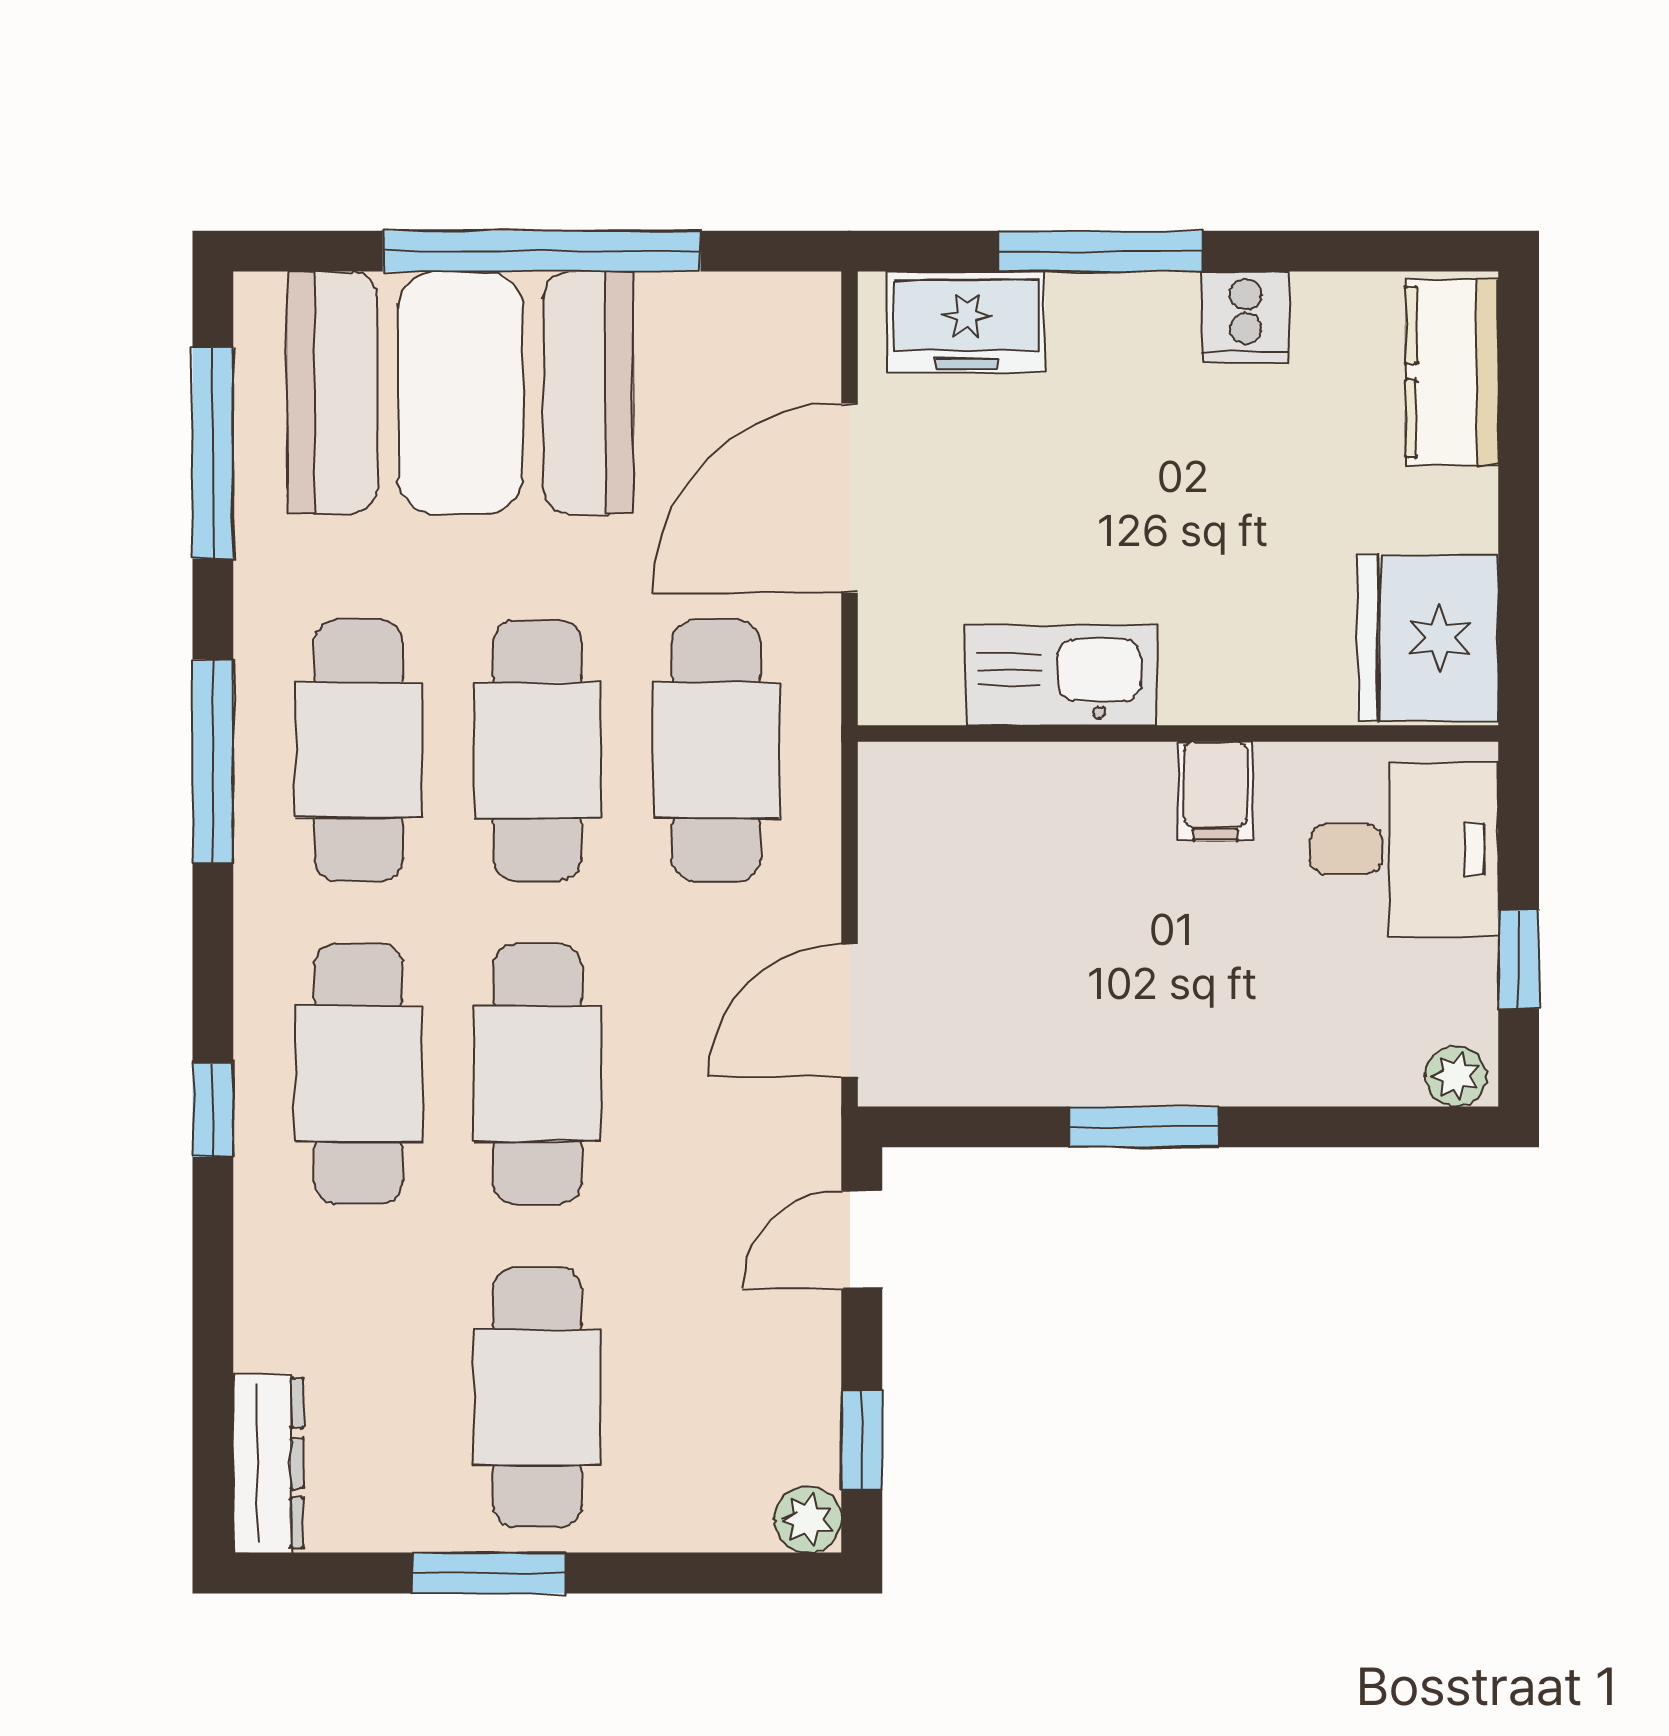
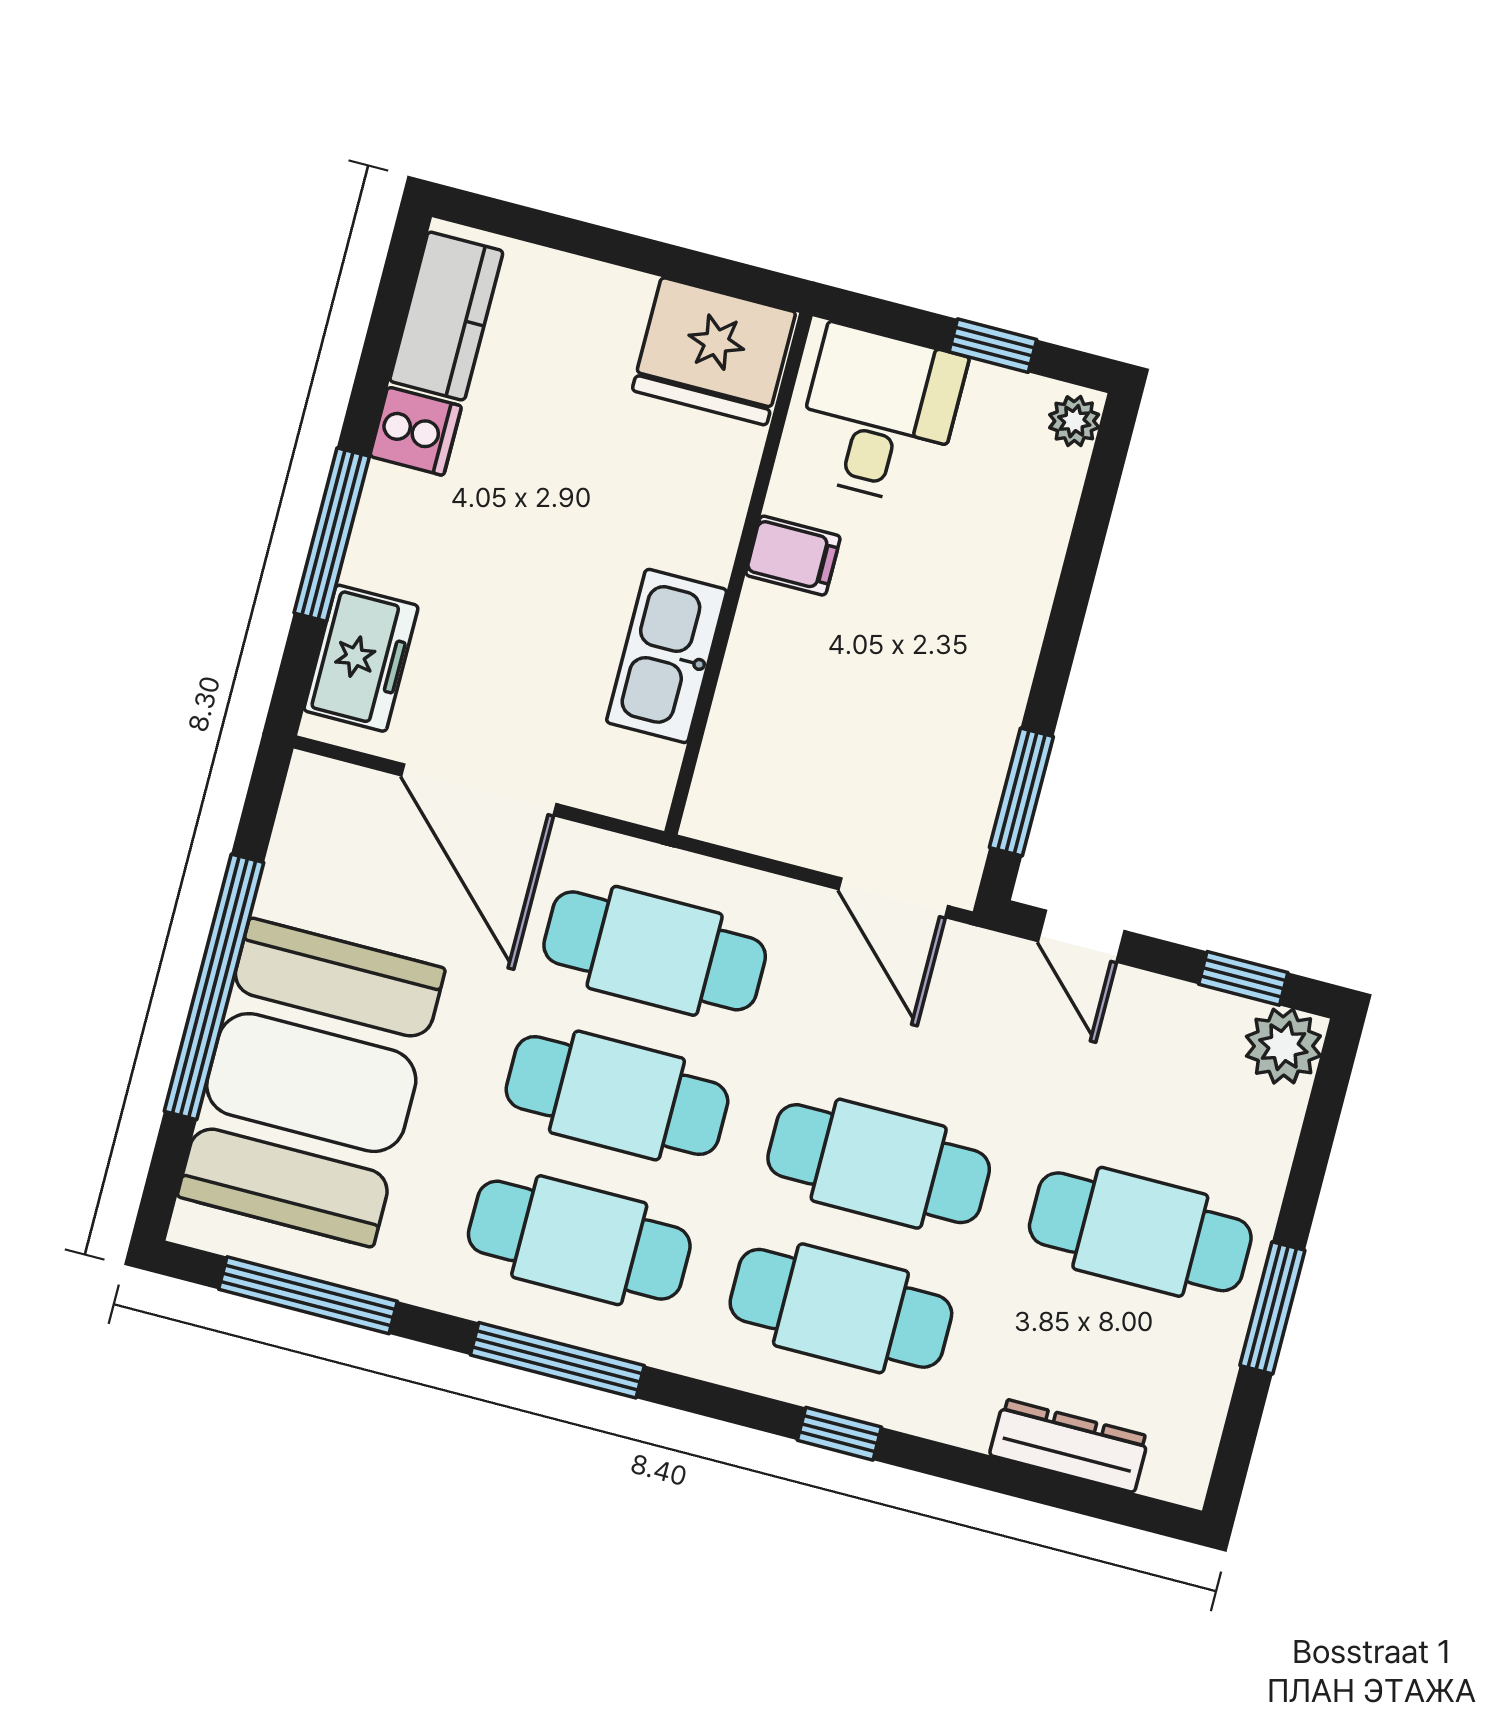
kitchen counter: (1452, 372) -> (446, 316), moved, turned -90
window: (1144, 1127) -> (1021, 792), moved
dresser: (268, 1463) -> (1069, 1446), moved
plant: (808, 1519) -> (1283, 1046), width x1.38, depth x1.38

